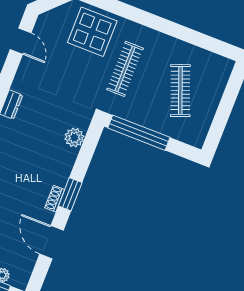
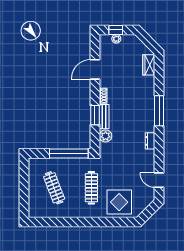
bench: (65, 167) -> (104, 117), added
window: (70, 194) -> (95, 115), moved
door: (51, 242) -> (95, 69), swing flipped

